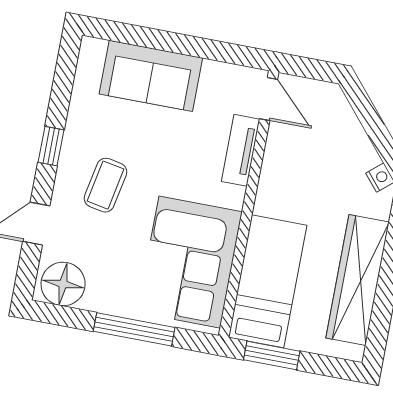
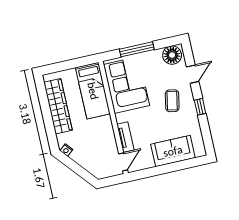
door: (269, 99) -> (123, 162), swing flipped
window: (272, 355) -> (79, 62), removed

